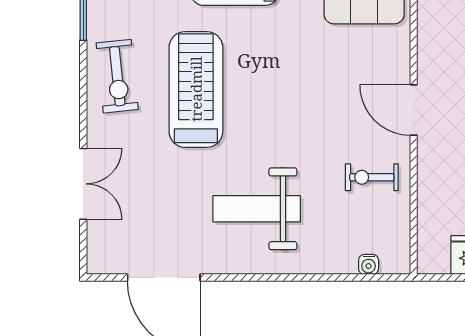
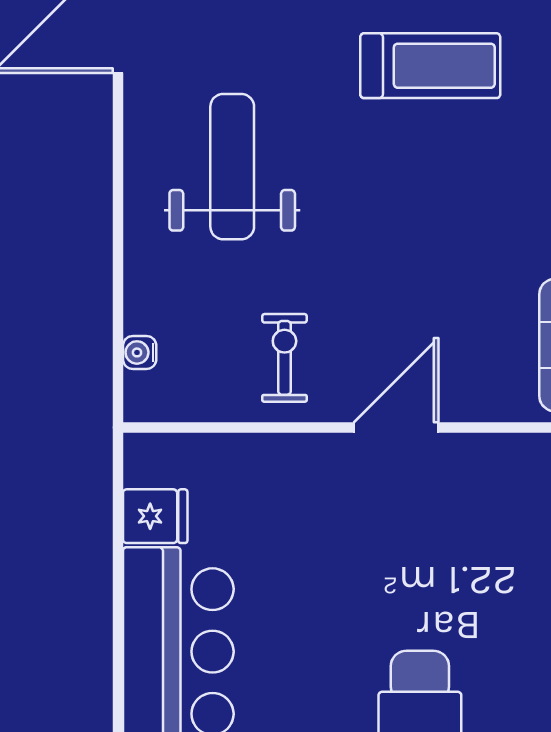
treadmill: (196, 89) -> (430, 66), width x0.73, depth x0.73

